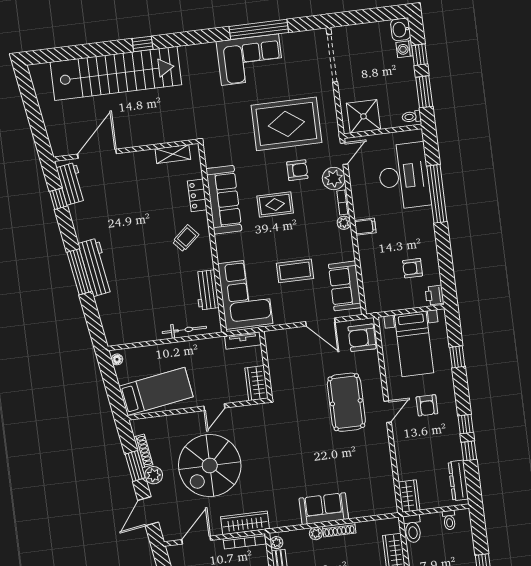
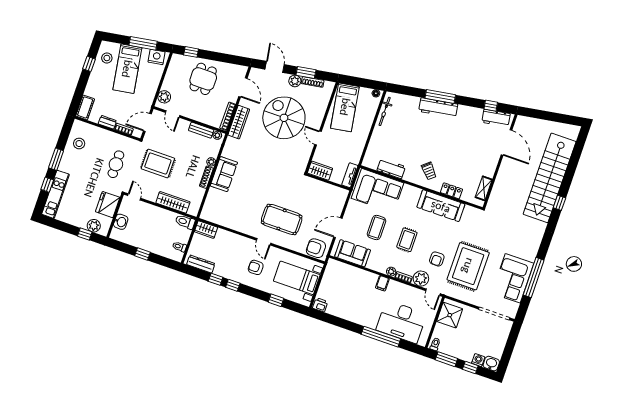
corner sofa: (250, 60) -> (513, 278), moved
rug: (275, 205) -> (407, 240), moved
armchair: (413, 268) -> (343, 300), removed
bicycle: (184, 330) -> (385, 111), moved
armchair: (362, 338) -> (316, 248), turned -90

